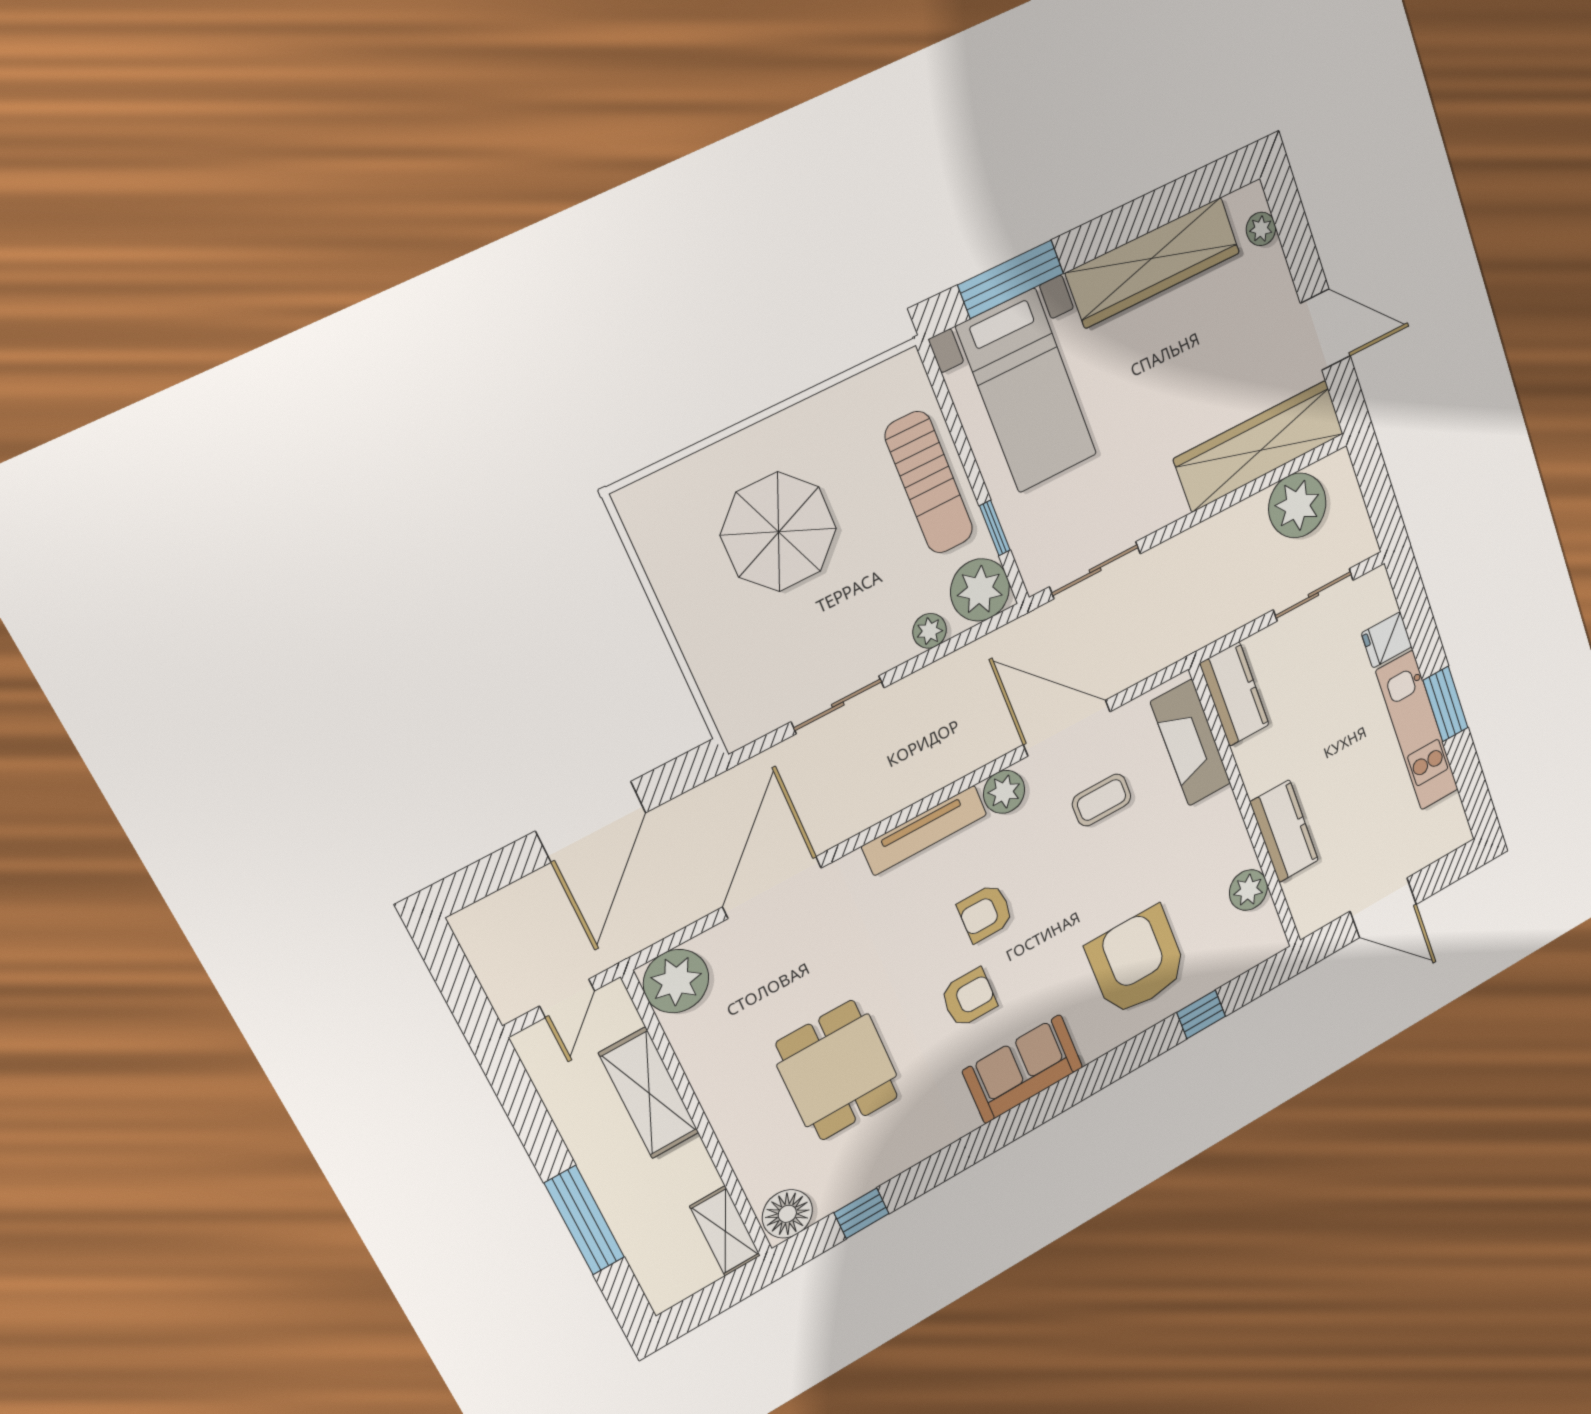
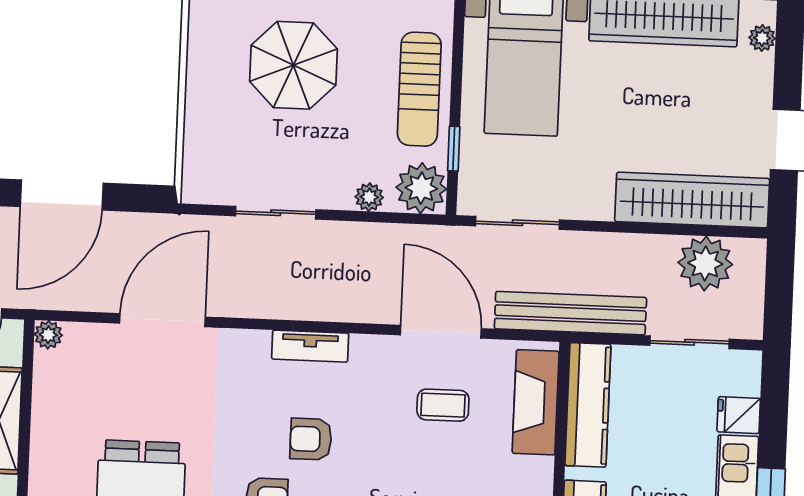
bench: (1187, 633) -> (570, 313), added
kitchen counter: (1234, 694) -> (588, 405), width x1.50
plant: (1004, 792) -> (369, 352), removed
tv unit: (924, 830) -> (310, 346), width x0.71
plant: (676, 981) -> (48, 335), width x0.53, depth x0.53

